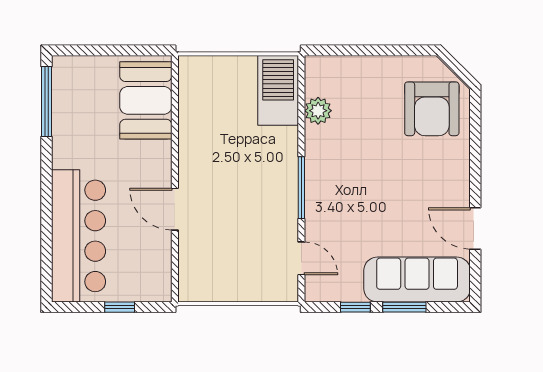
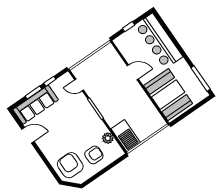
armchair: (370, 96) -> (94, 155), added
booth: (146, 100) -> (168, 95), width x1.36, depth x1.42

